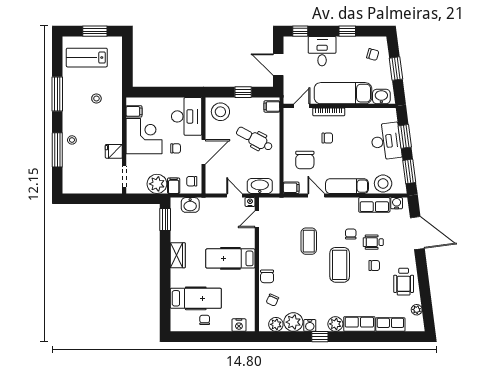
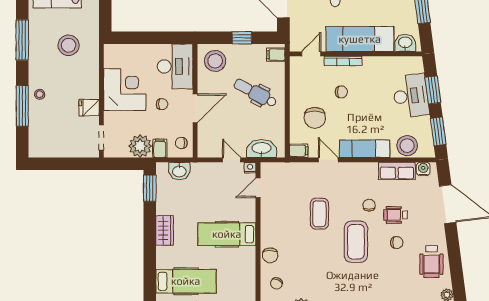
stool: (96, 99) -> (69, 45), width x1.89, depth x1.89
filing cabinet: (134, 111) -> (113, 60), removed

